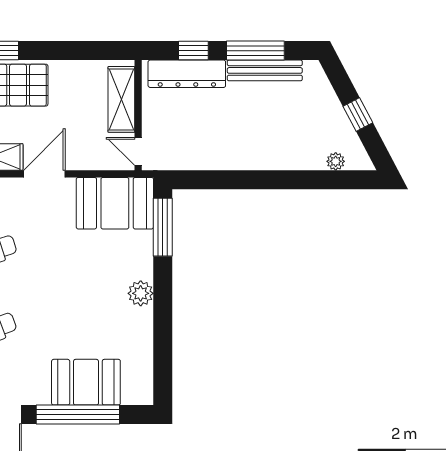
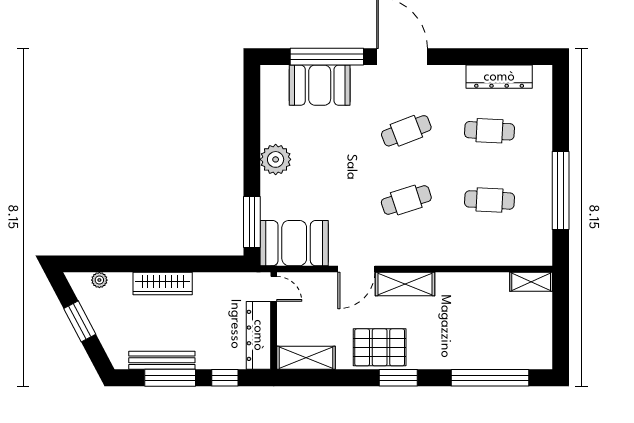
dresser: (187, 74) -> (258, 335), moved, turned -90
shelving: (121, 99) -> (306, 358), moved, turned 90
window: (358, 114) -> (80, 321), width x1.50
wardrobe: (264, 157) -> (163, 284), added
plant: (141, 293) -> (276, 159), width x1.36, depth x1.36

